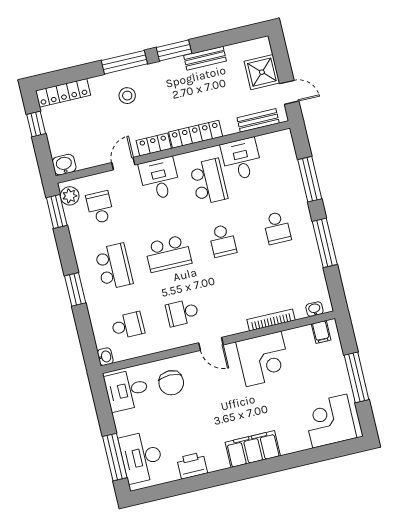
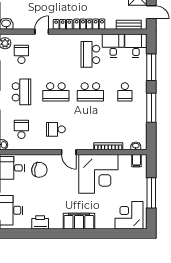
desk: (160, 179) -> (136, 46), moved
school desk: (209, 182) -> (90, 54), turned 180
school desk: (223, 241) -> (90, 92), width x1.85
school desk: (128, 326) -> (21, 129), turned -90
corner desk: (264, 359) -> (98, 174), width x1.36, depth x1.36
chair: (171, 383) -> (39, 170), turned -82

